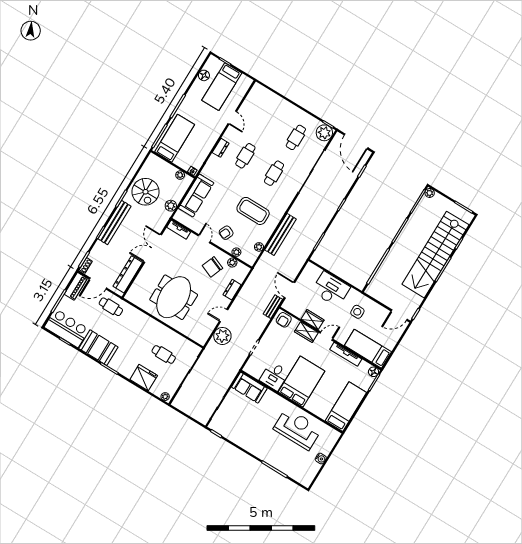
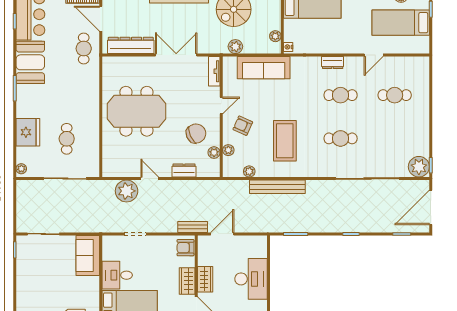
cafe table: (296, 137) -> (395, 95), moved
chair: (212, 267) -> (196, 134), turned 134

